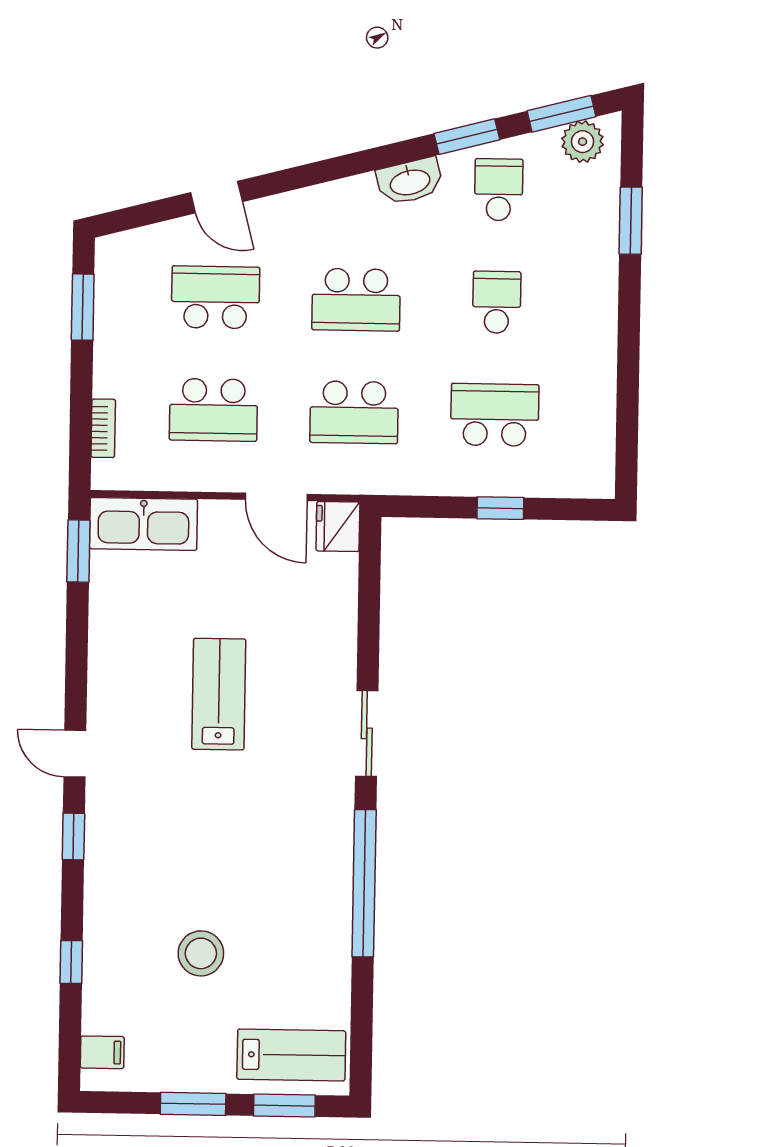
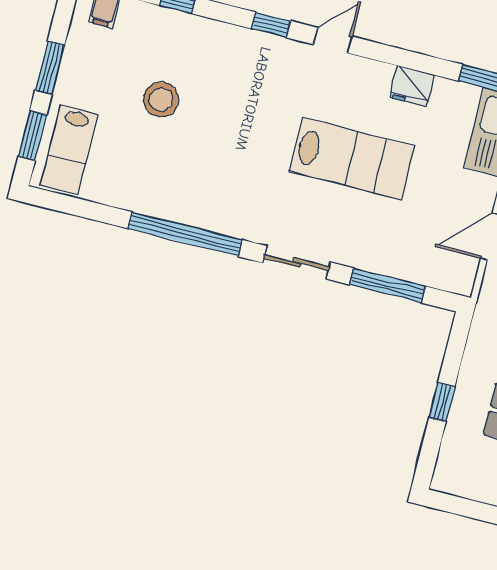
fridge: (338, 526) -> (412, 86), moved, turned 180
window: (369, 612) -> (388, 285), added
lab bench: (219, 694) -> (352, 159), width x1.36, depth x1.39

